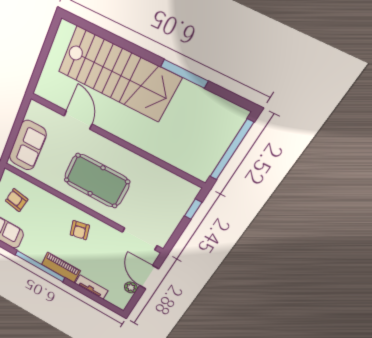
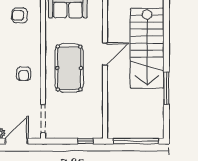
door: (78, 120) -> (105, 54), moved
armchair: (17, 200) -> (20, 15), turned -101
armchair: (80, 230) -> (24, 74), turned -77

